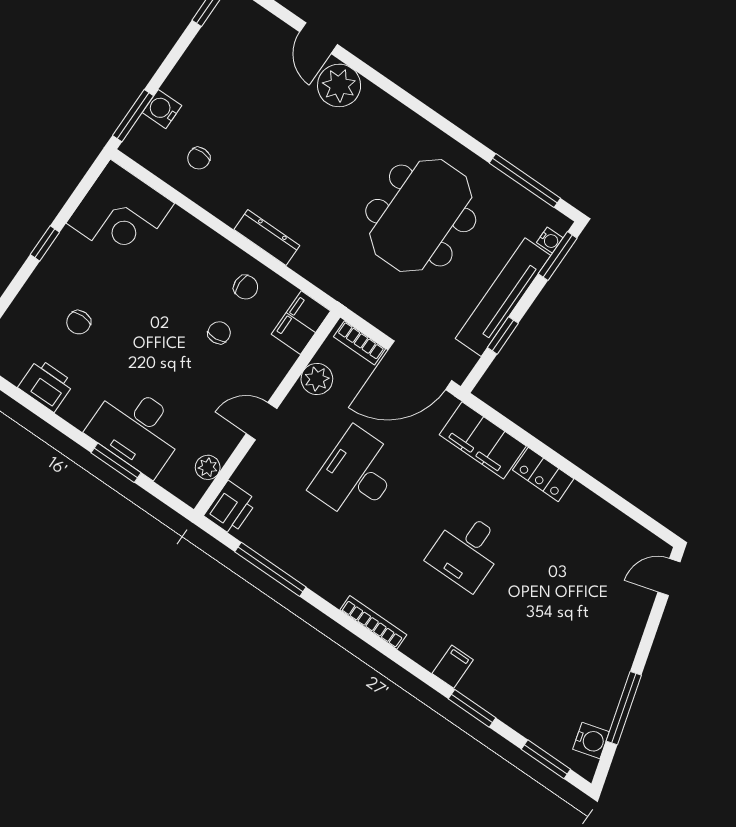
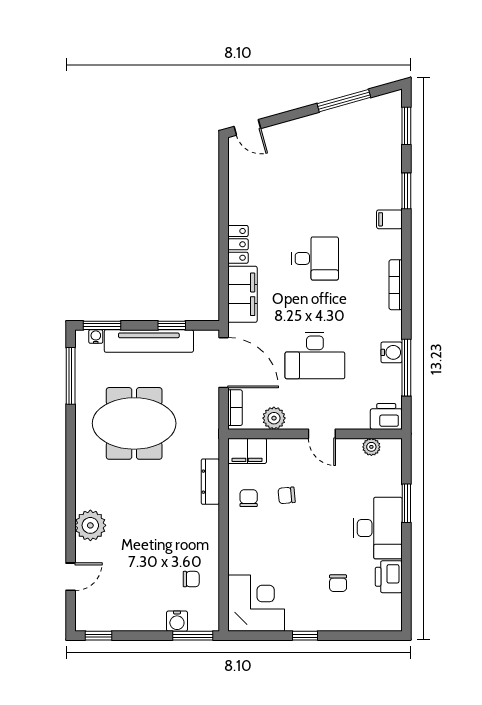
door: (319, 38) -> (71, 577), moved
dresser: (267, 237) -> (210, 482), moved
chair: (79, 322) -> (338, 583), turned 90
desk: (137, 429) -> (378, 528), moved
water cooler: (591, 741) -> (392, 352), moved, turned 106

